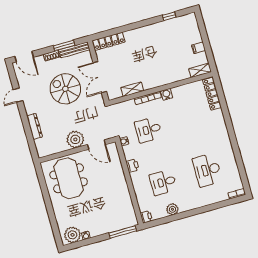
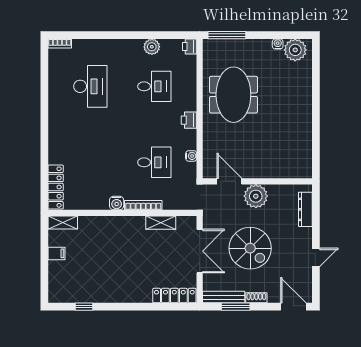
plant: (75, 139) -> (256, 196), moved
door: (96, 145) -> (229, 181), moved
wall: (77, 150) -> (257, 181), moved
meeting table: (69, 178) -> (233, 95), moved

